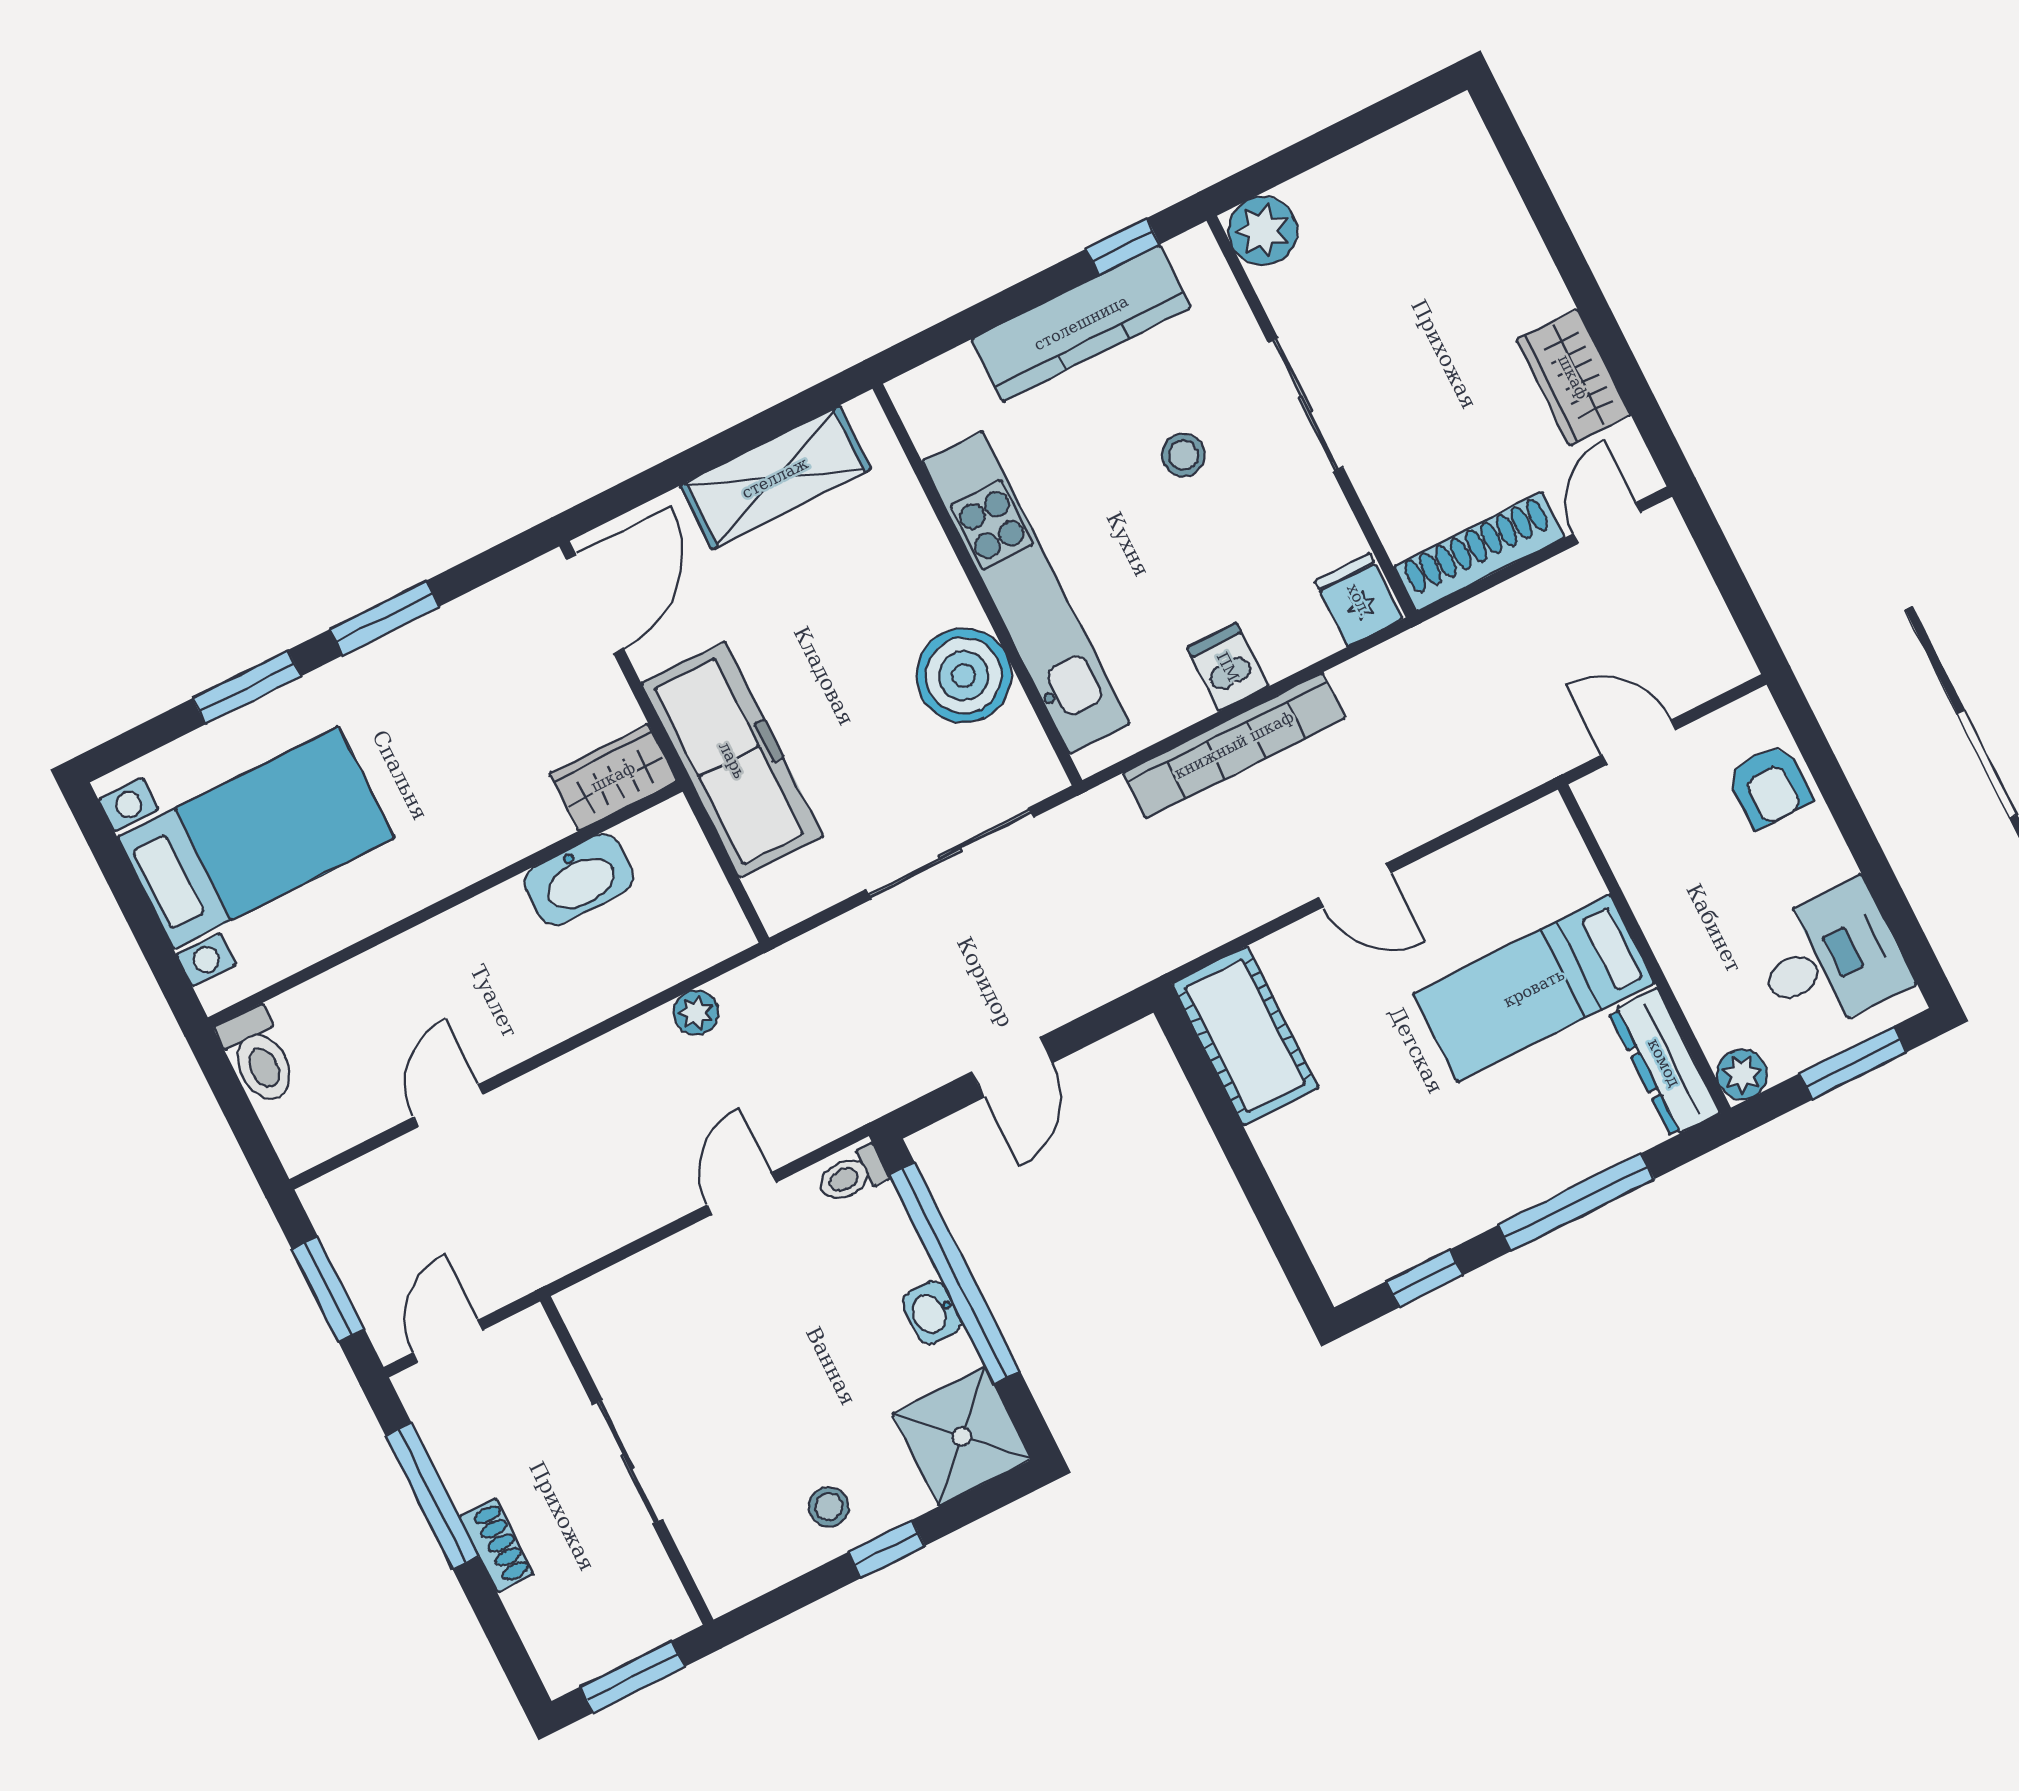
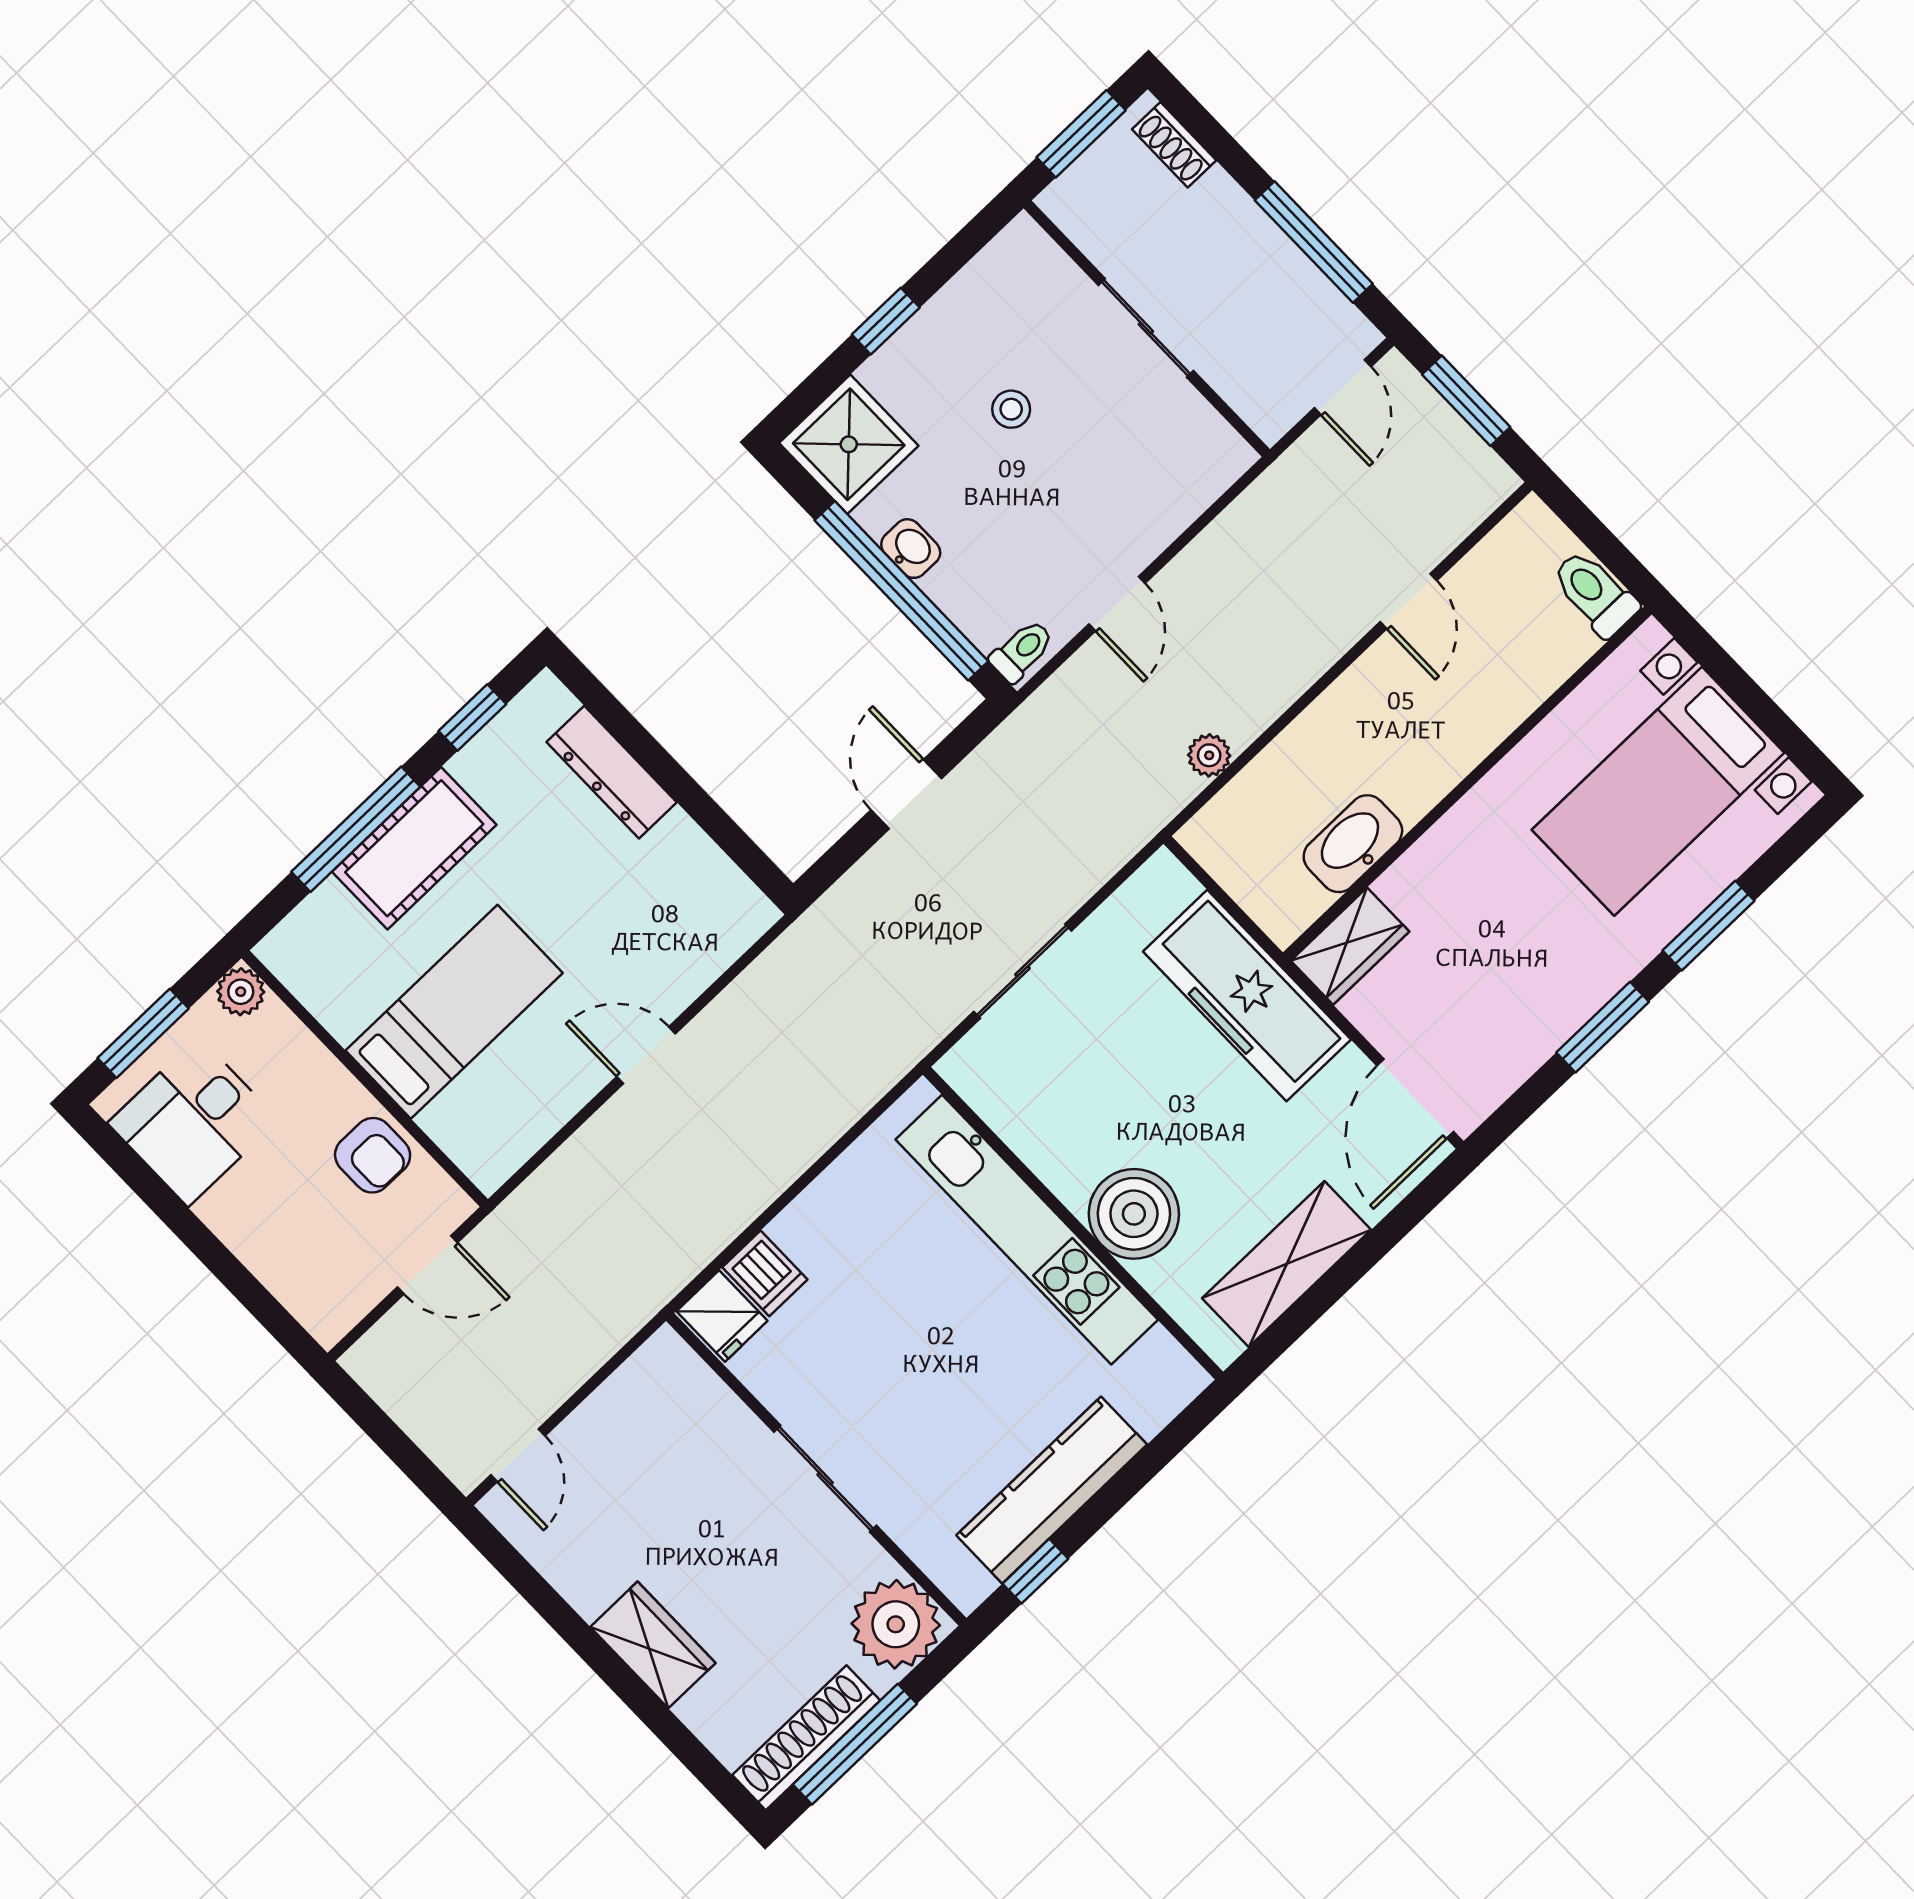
window: (1357, 129) -> (855, 1744), added
plant: (1263, 231) -> (896, 1624), width x1.36, depth x1.36
wardrobe: (1573, 377) -> (653, 1645), moved
stool: (1183, 455) -> (922, 1399), removed
shoe rack: (1479, 552) -> (806, 1738), moved, turned 180
dishwasher: (1228, 667) -> (765, 1273), moved
boiler: (964, 675) -> (1134, 1214), moved
bookcase: (1234, 745) -> (795, 1149), removed
armchair: (1769, 786) -> (373, 1155), moved, turned 180
sliding door: (950, 853) -> (1023, 971), width x0.73
cot: (1245, 1036) -> (414, 848), moved, turned 90
dresser: (1664, 1063) -> (612, 772), moved, turned 180
stool: (829, 1507) -> (1011, 409), moved
shoe rack: (496, 1545) -> (1174, 145), moved

